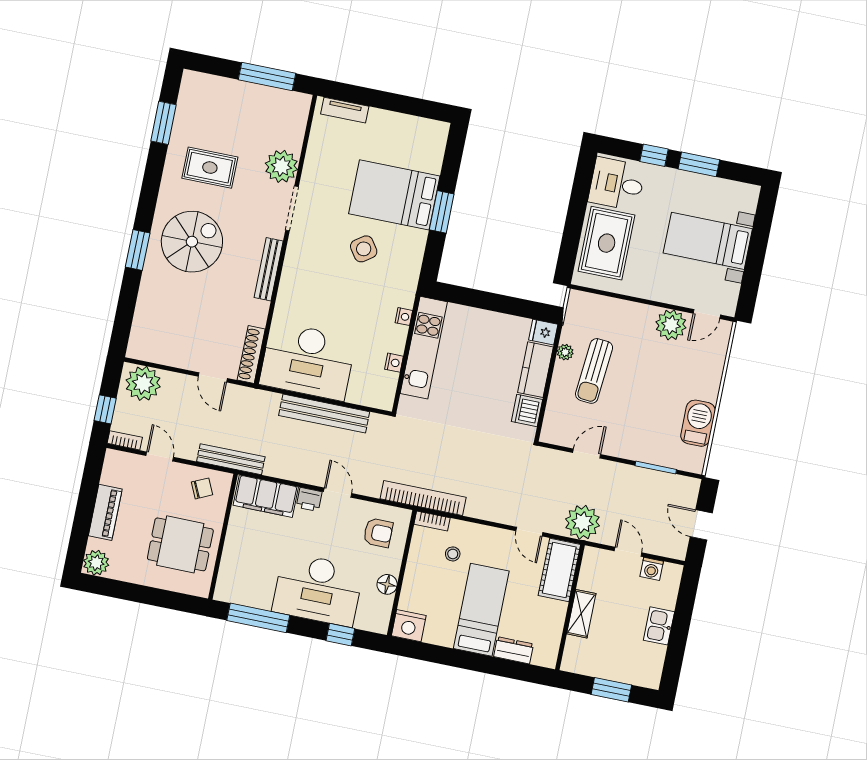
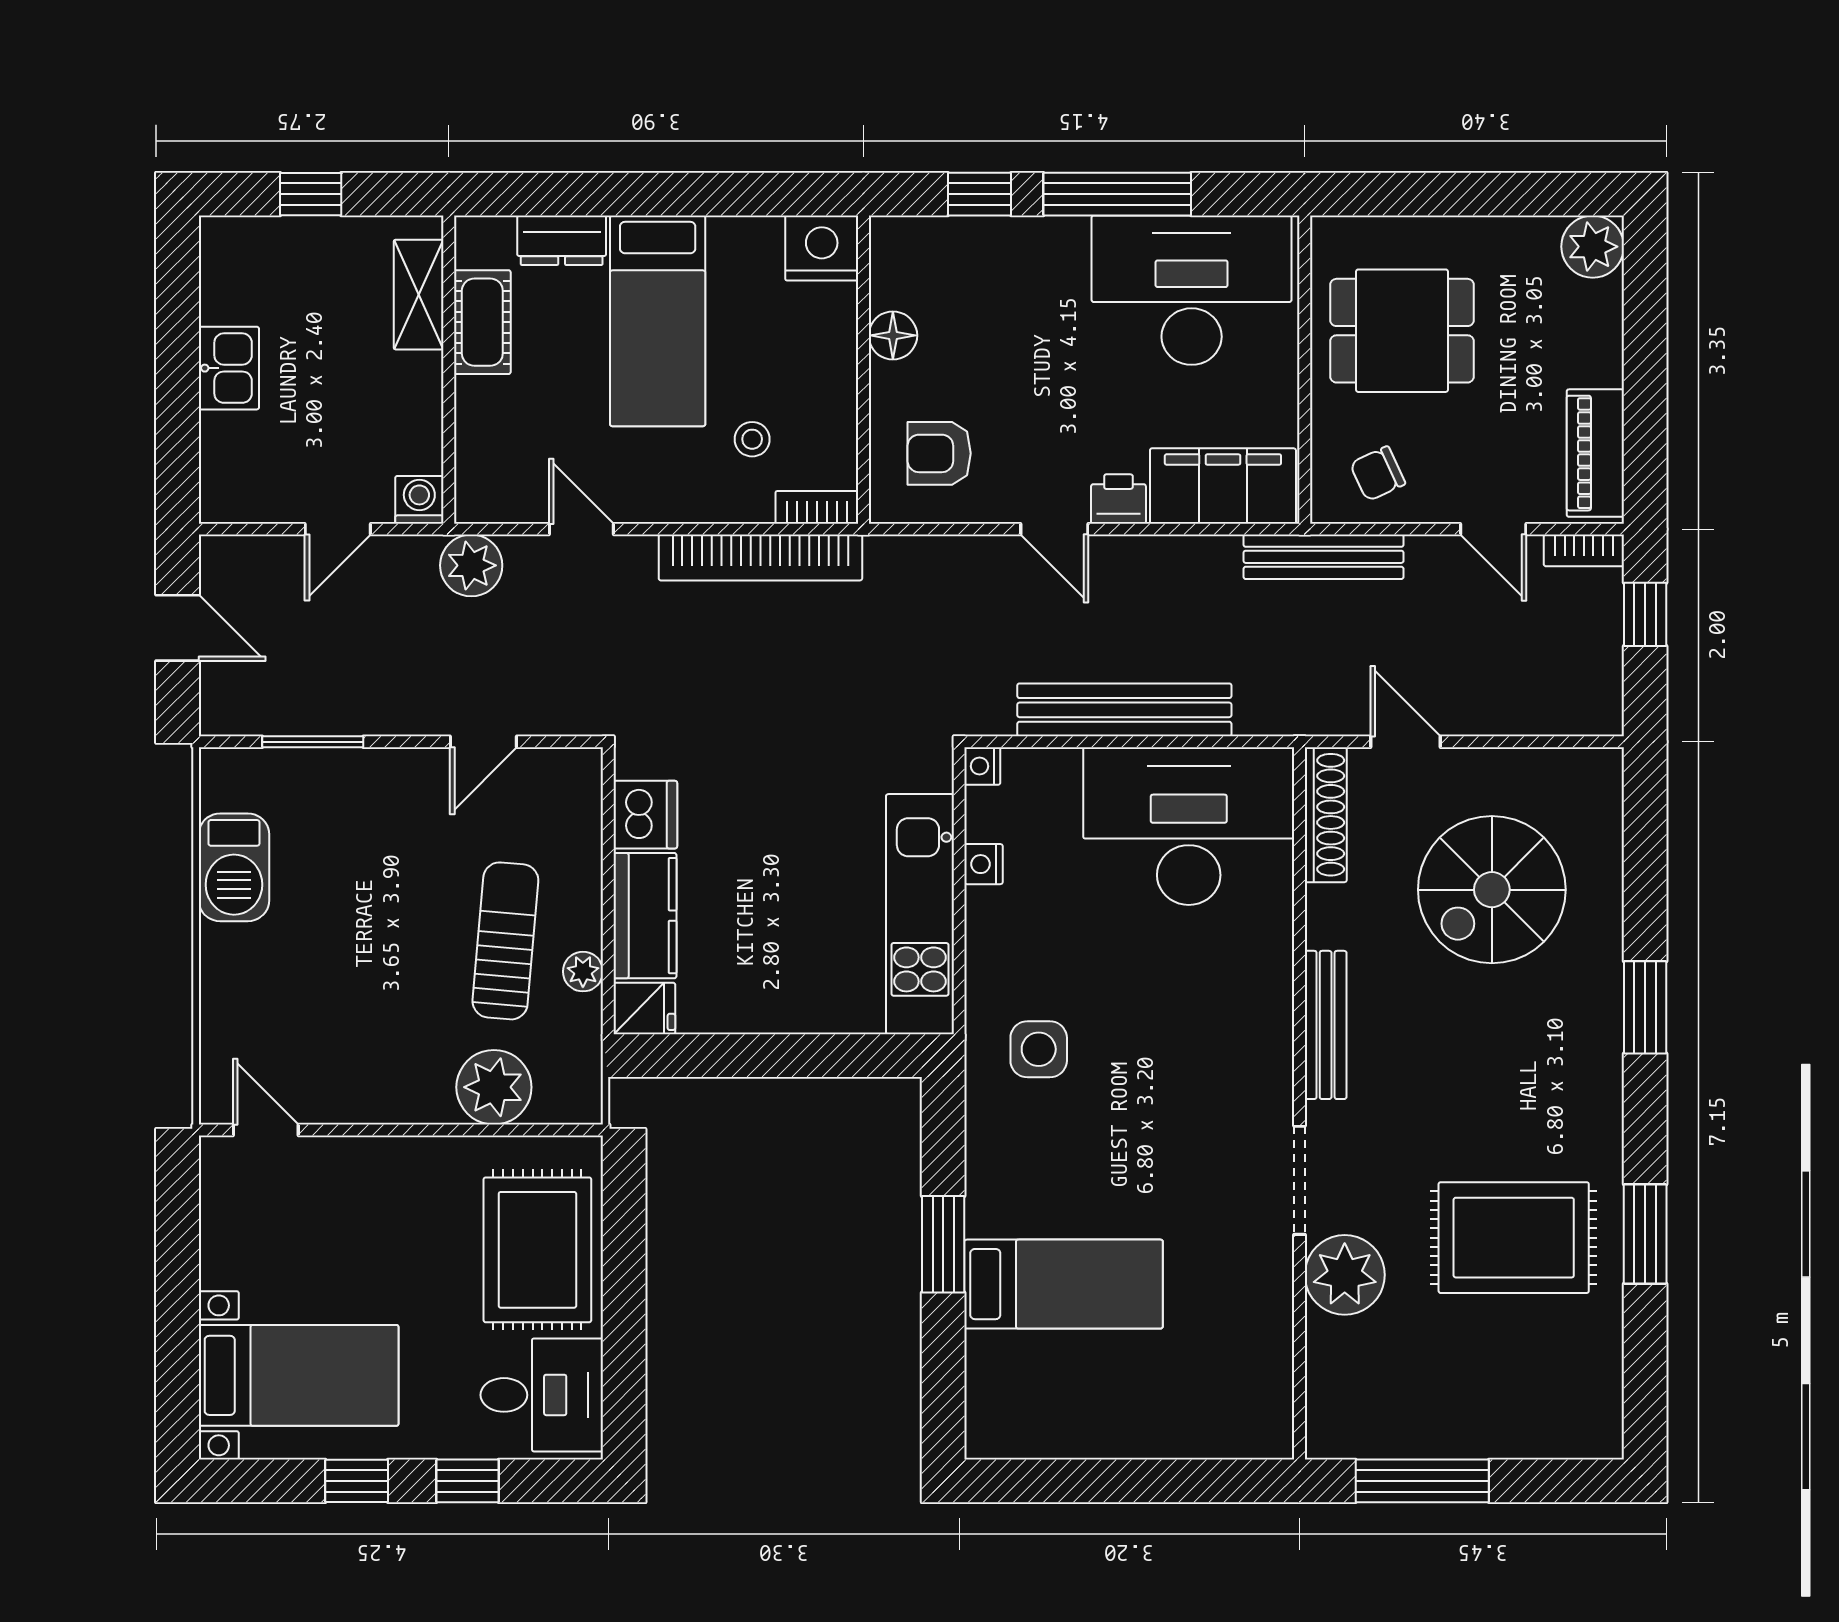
tv unit: (345, 110) -> (1222, 1439), removed
window: (163, 123) -> (1645, 1234), moved
window: (699, 164) -> (357, 1481), width x0.67
rug: (210, 168) -> (1514, 1238), width x1.36, depth x1.43
bed: (394, 195) -> (1064, 1284), width x0.67
bed with nightstands: (708, 241) -> (299, 1375), moved
spiral stairs: (192, 242) -> (1492, 890), moved
side table: (364, 249) -> (1039, 1049), moved, turned 35
door: (707, 314) -> (266, 1130), hinge flipped
nightstand: (404, 317) -> (982, 766), moved
plant: (671, 325) -> (494, 1087), moved
plant: (143, 383) -> (1568, 694), removed
bookcase: (423, 498) -> (760, 557), moved
piano: (105, 512) -> (1595, 453), moved
plant: (582, 522) -> (471, 565), width x0.73, depth x0.73
door: (628, 552) -> (338, 529), hinge flipped
washing machine: (652, 569) -> (419, 500), moved
cot: (559, 570) -> (482, 322), moved, width x0.73, depth x0.75
desk: (318, 589) -> (1192, 290), moved
shelving: (581, 614) -> (419, 295), moved
window: (258, 618) -> (1117, 194), moved
window: (611, 690) -> (311, 194), width x0.67

